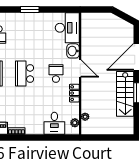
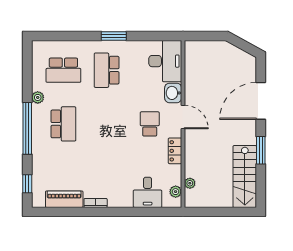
school desk: (25, 73) -> (107, 70), moved
stairs: (125, 94) -> (245, 176), moved

